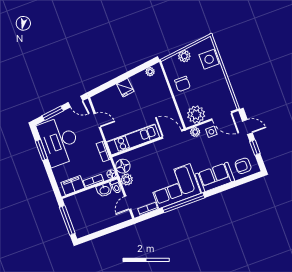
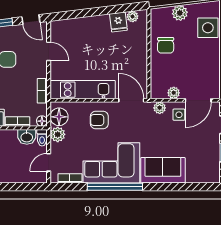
fridge: (125, 88) -> (118, 22), moved
plant: (196, 114) -> (174, 93), width x0.53, depth x0.53
door: (222, 116) -> (198, 100), hinge flipped
armchair: (243, 166) -> (99, 120), moved

